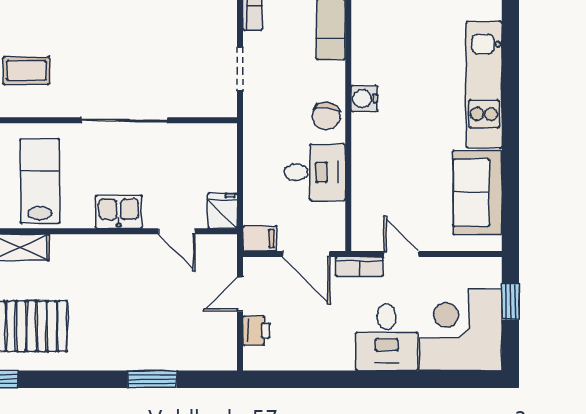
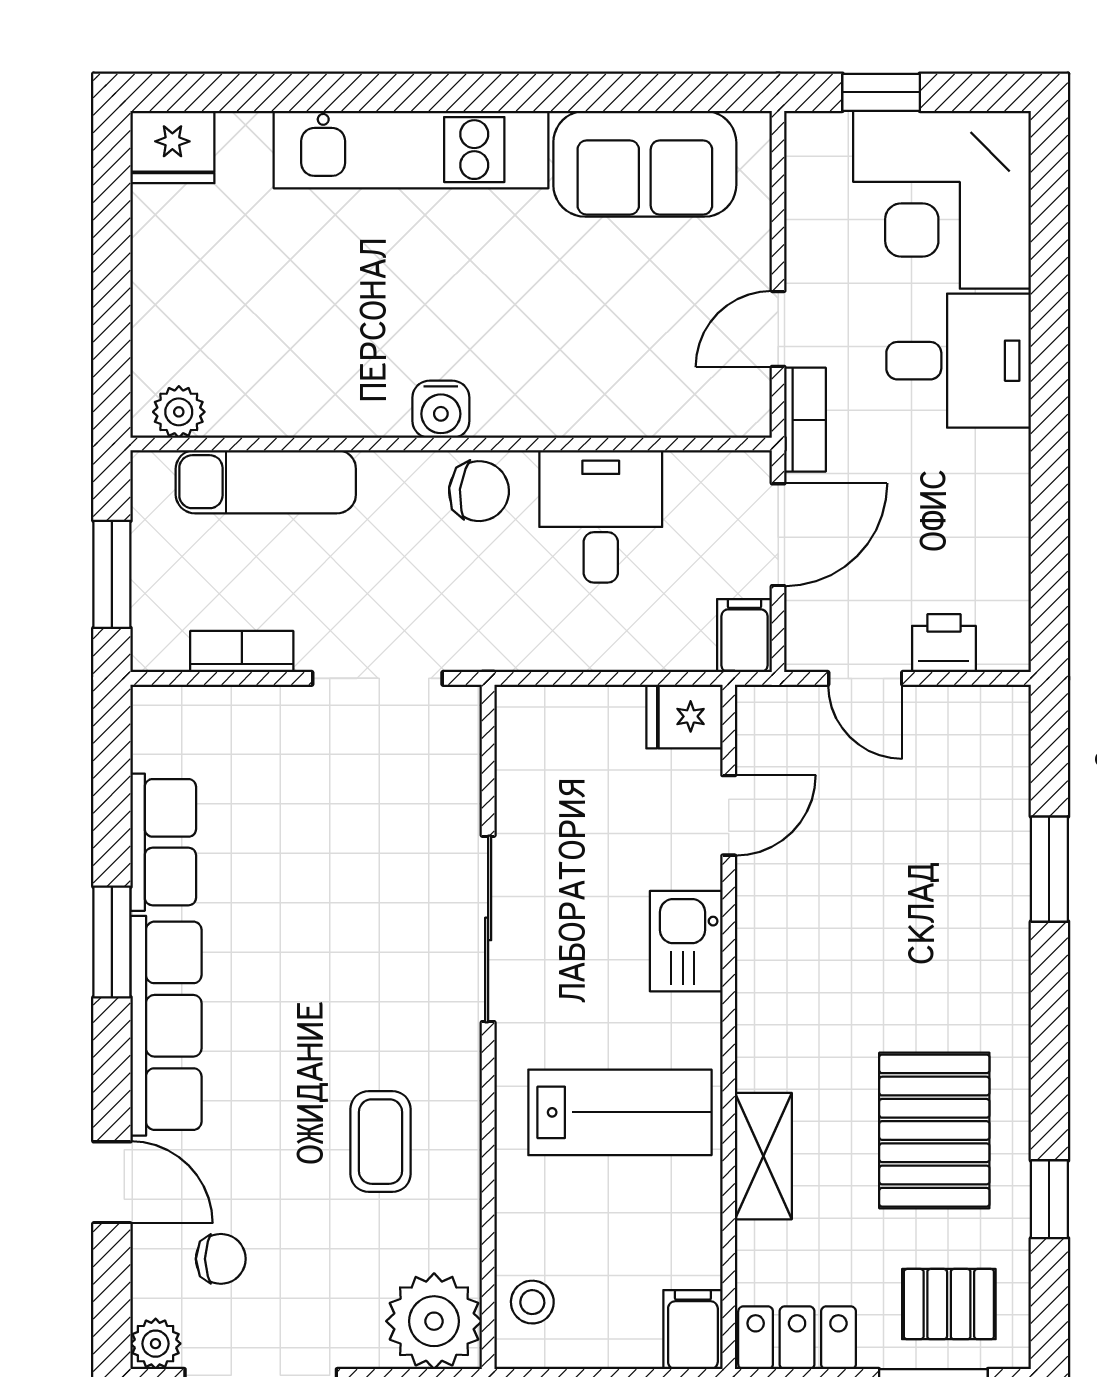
doorway: (240, 69) -> (377, 678), width x1.38
lab bench: (40, 181) -> (620, 1112), turned 180

